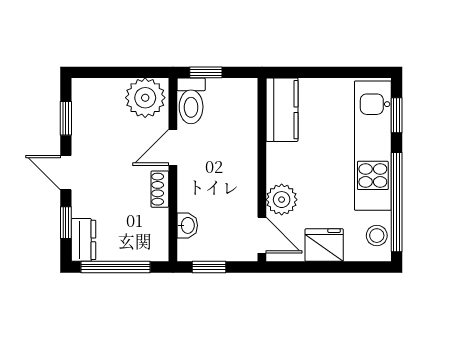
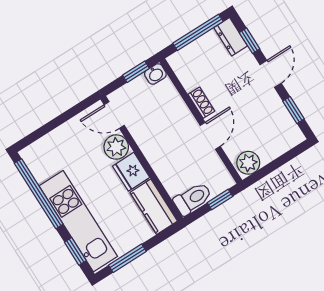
window: (345, 72) -> (127, 258), added
plant: (145, 98) -> (248, 163), width x0.73, depth x0.73
toilet: (191, 101) -> (193, 199), moved, turned 90
door: (66, 173) -> (271, 74), hinge flipped
washbasin: (187, 225) -> (155, 74), moved, turned -90
stool: (377, 236) -> (38, 163), removed
fridge: (324, 245) -> (131, 172), moved, turned 90

